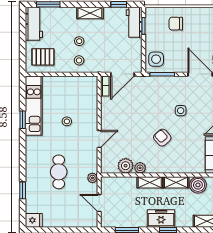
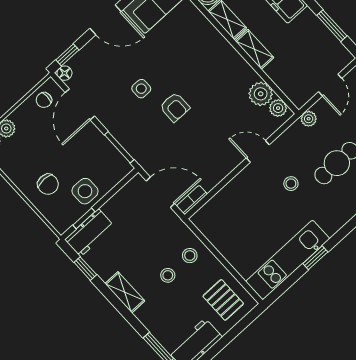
side table: (156, 59) -> (85, 191), moved
stool: (67, 121) -> (291, 184), moved
armchair: (162, 138) -> (175, 107), moved, turned -48
plant: (140, 168) -> (278, 108), moved

